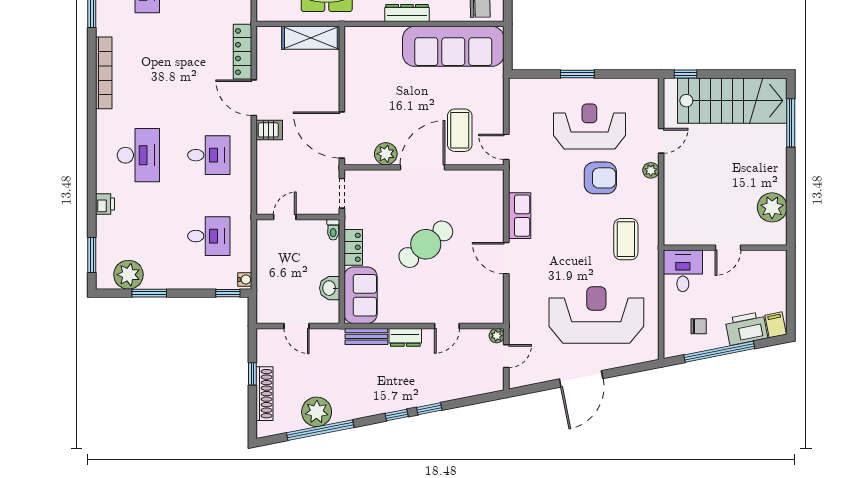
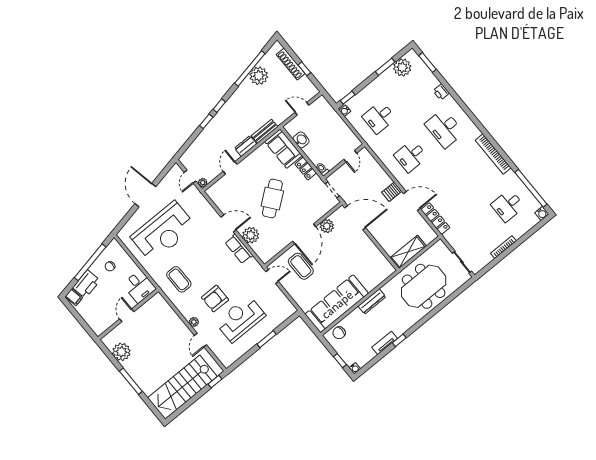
window: (791, 123) -> (131, 381), moved
reception desk: (589, 126) -> (240, 319), turned 180
plant: (491, 221) -> (251, 235), added

